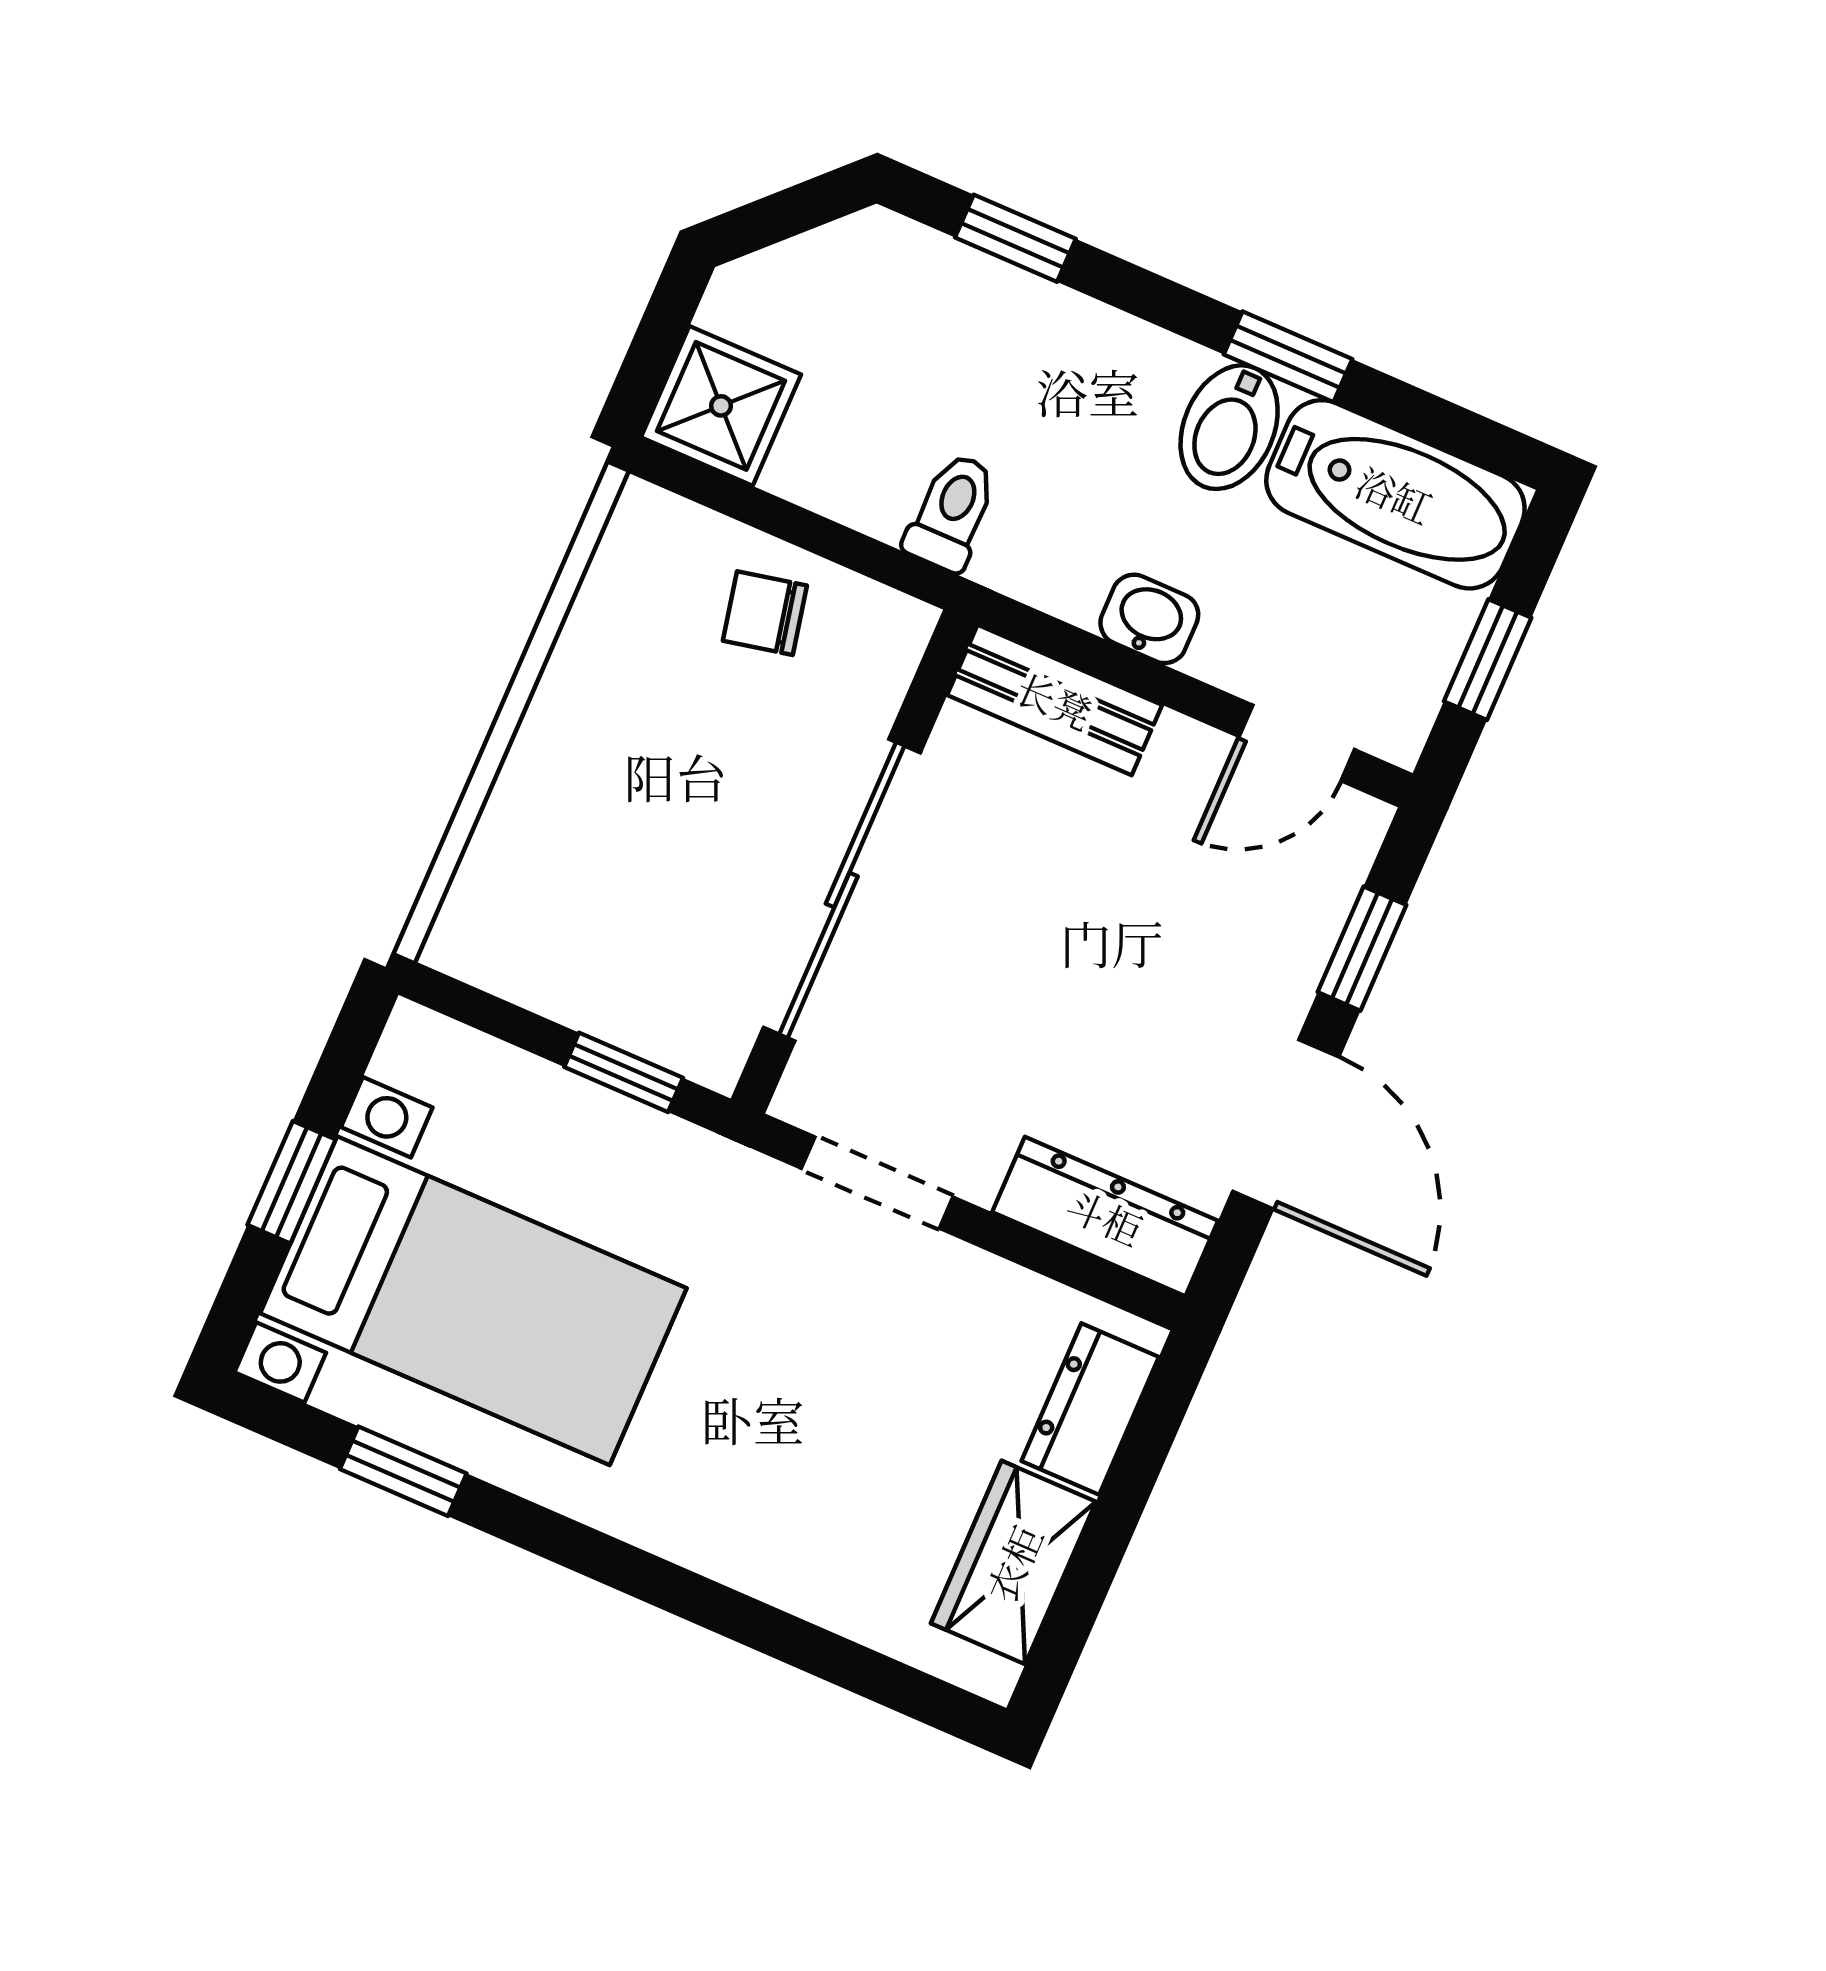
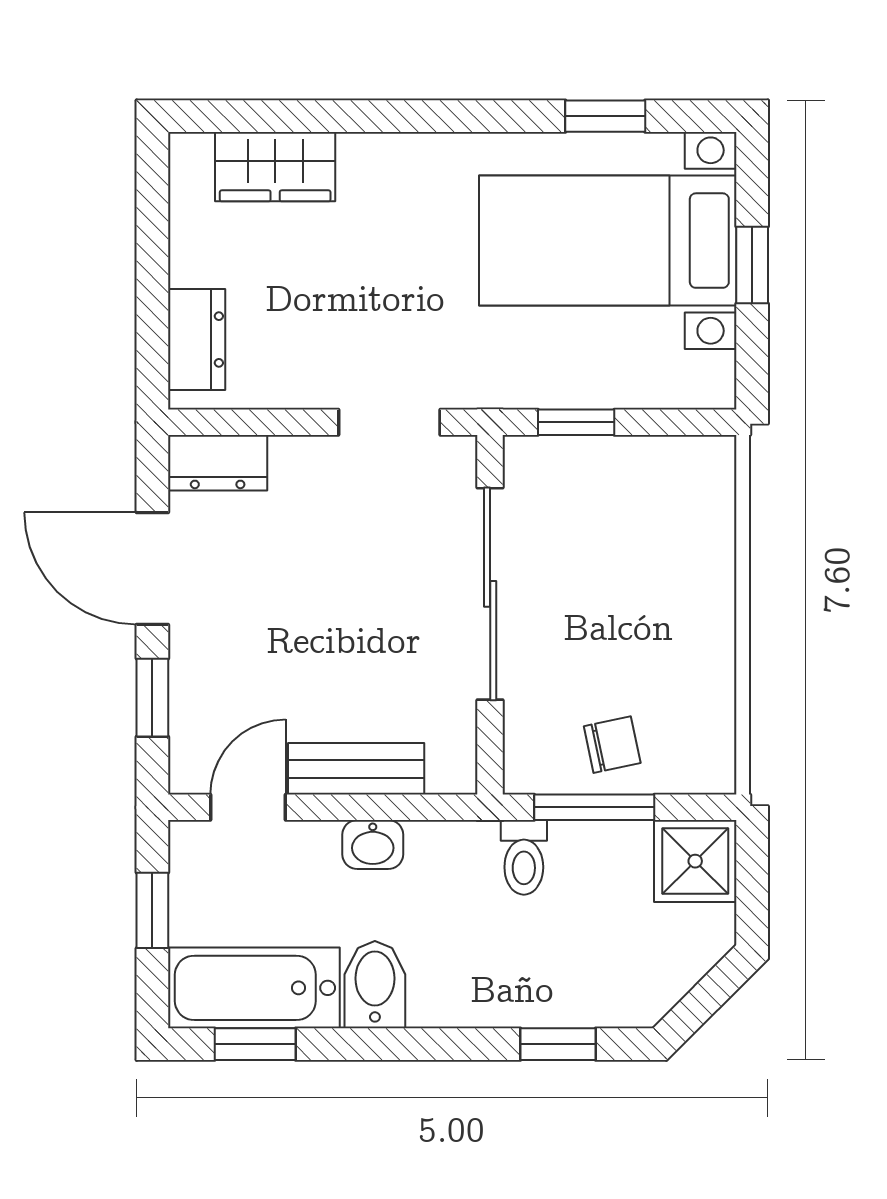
window: (1288, 357) -> (255, 1044), moved
window: (826, 538) -> (594, 807), added
bench: (1055, 700) -> (356, 769), moved
dresser: (1105, 1216) -> (218, 463), width x0.70
wardrobe: (1013, 1563) -> (275, 167), moved, turned 90

